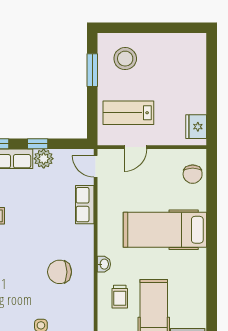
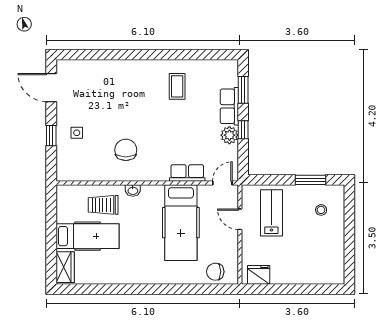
stool: (125, 59) -> (321, 210), width x0.53, depth x0.53
hospital bed: (165, 230) -> (181, 223), moved, turned 180
trolley: (120, 297) -> (103, 205), width x1.36, depth x1.39

